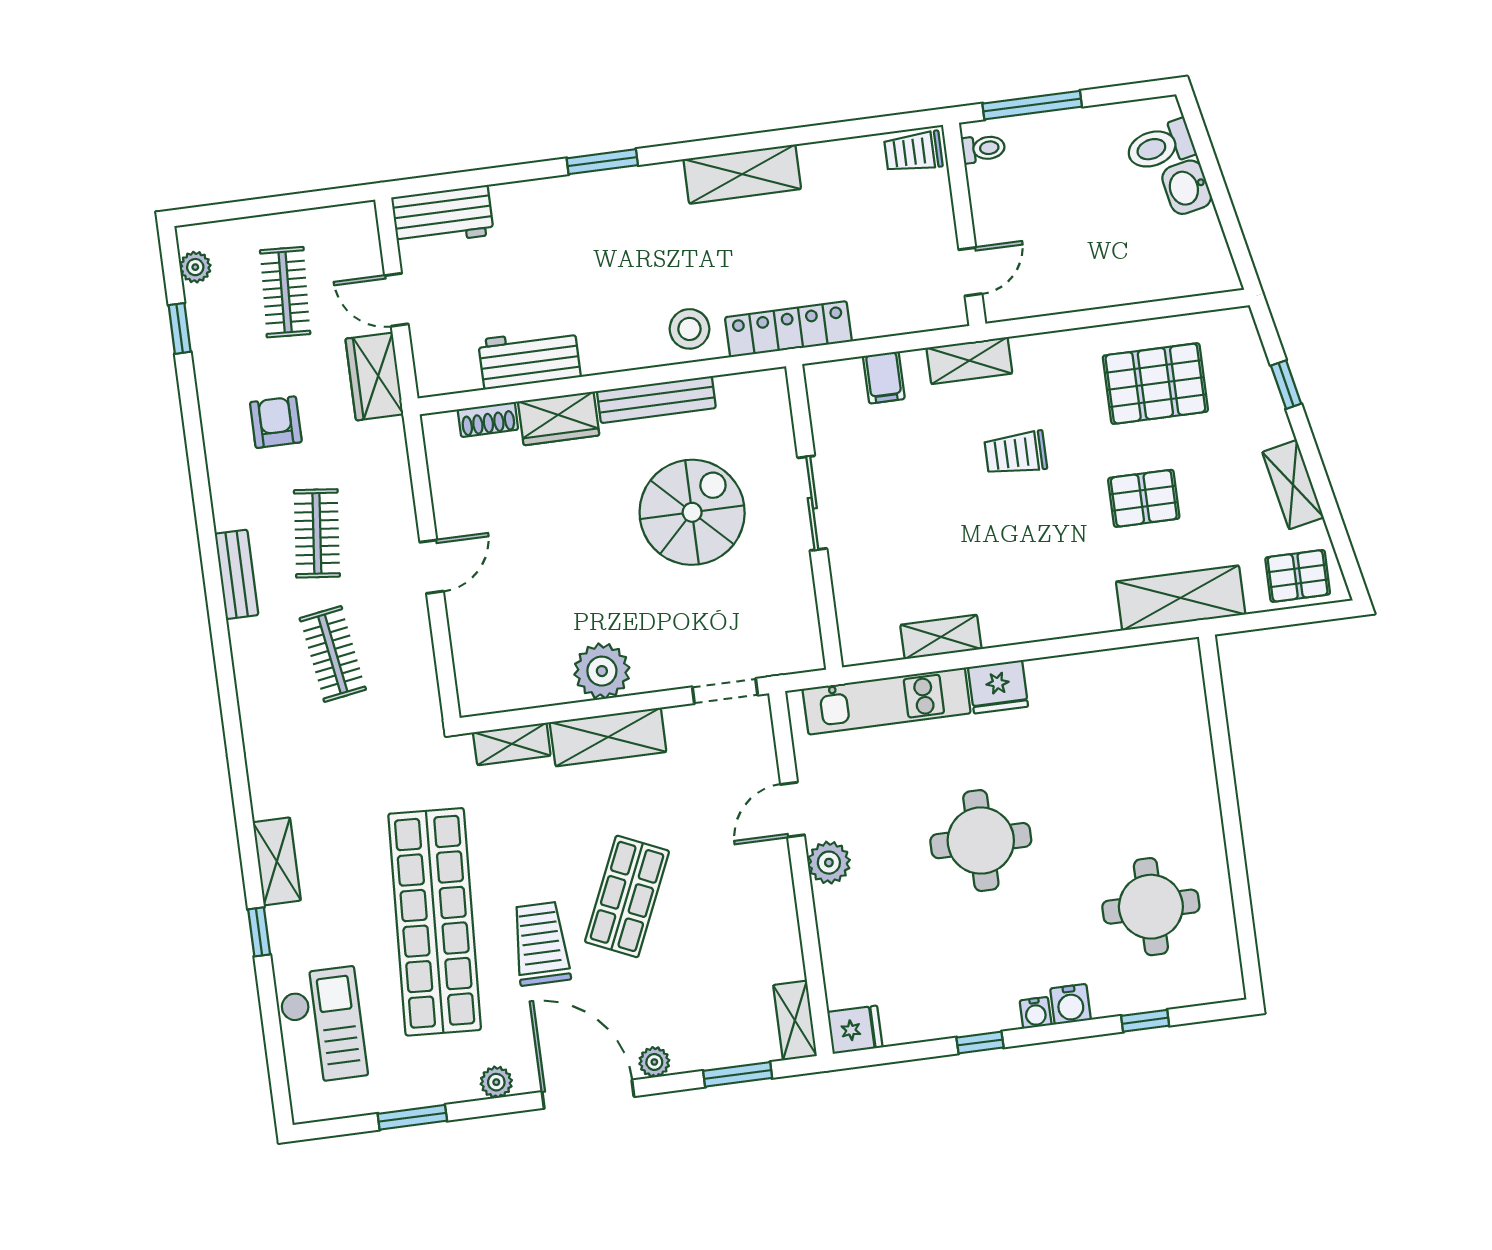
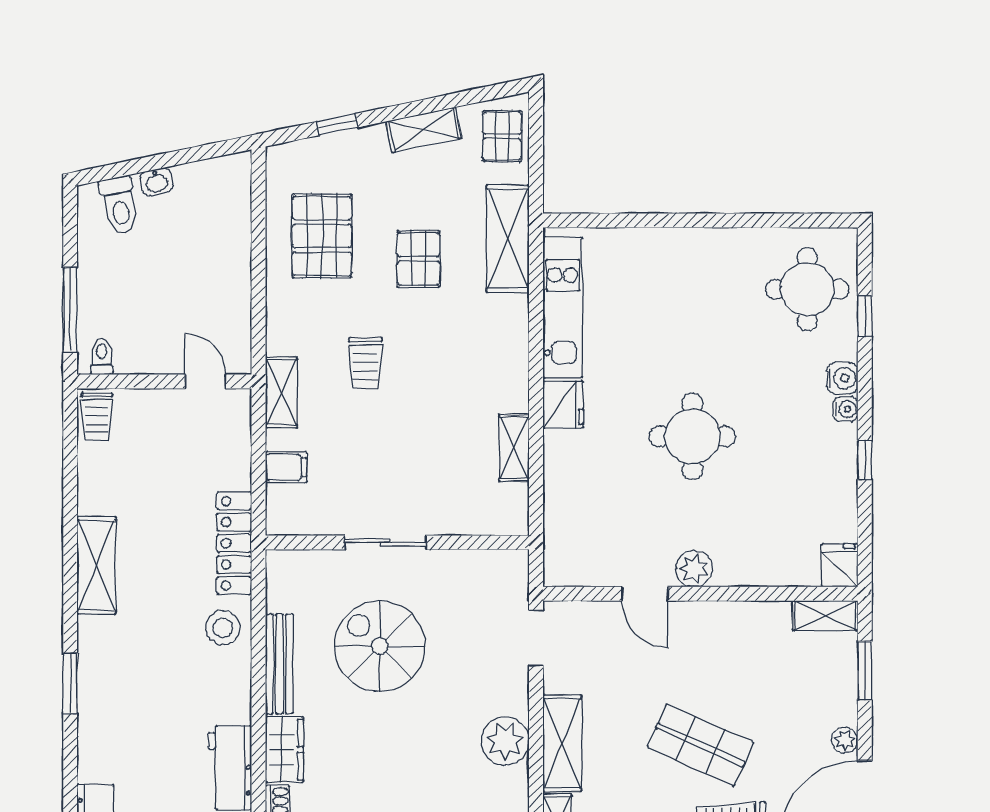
washbasin: (1187, 187) -> (156, 182), width x0.72, depth x0.69
kitchen unit: (887, 701) -> (563, 308), moved
round table: (1151, 907) -> (807, 289), moved

